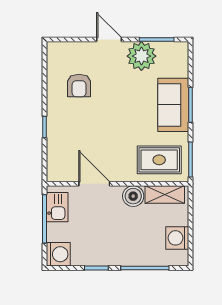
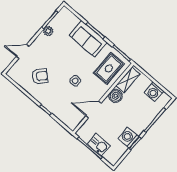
door: (109, 40) -> (23, 51), moved
plant: (141, 56) -> (48, 31), width x0.53, depth x0.53
armchair: (79, 86) -> (40, 76), turned -47
side table: (110, 132) -> (75, 81), added
kitchen sink: (57, 207) -> (98, 145), moved
washing machine: (58, 254) -> (128, 137), moved, turned -90

